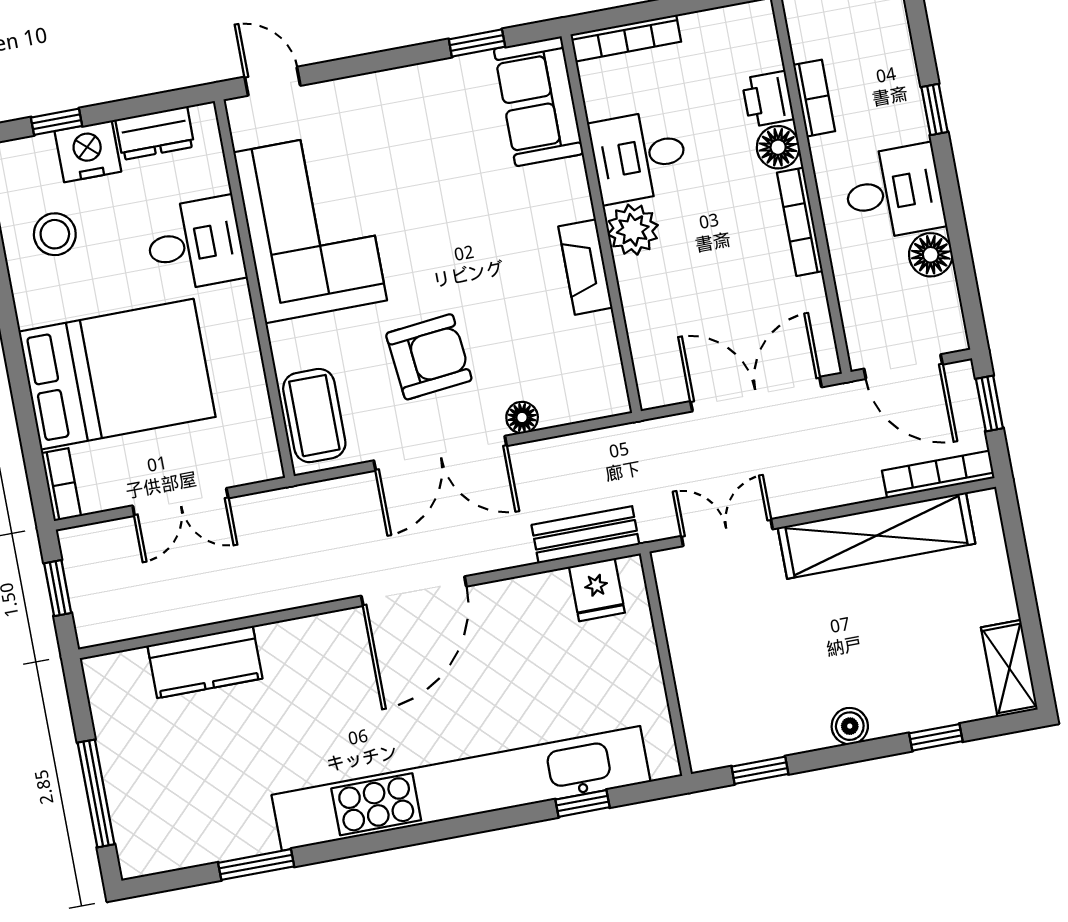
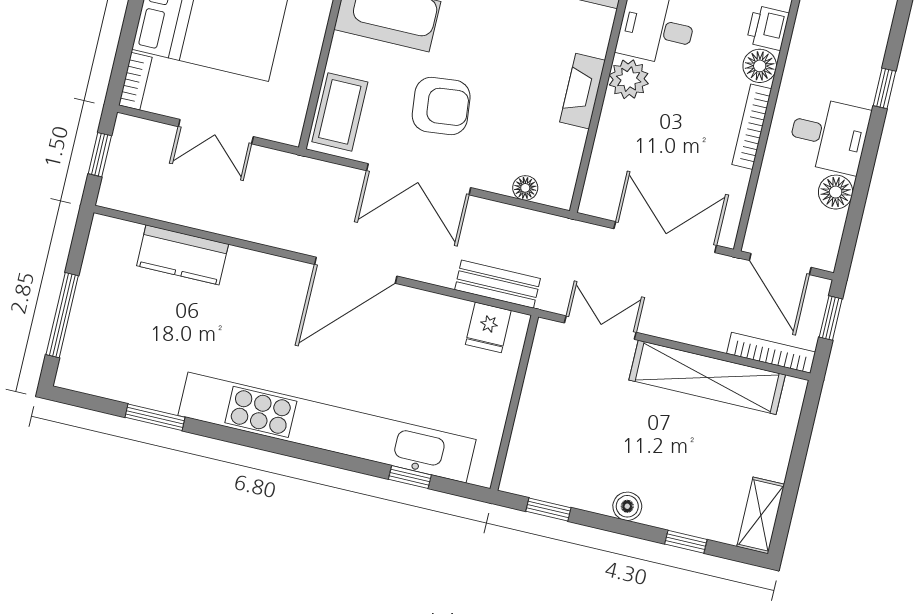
bookcase: (814, 98) -> (801, 42), removed
floor lamp: (522, 418) -> (525, 188), moved

